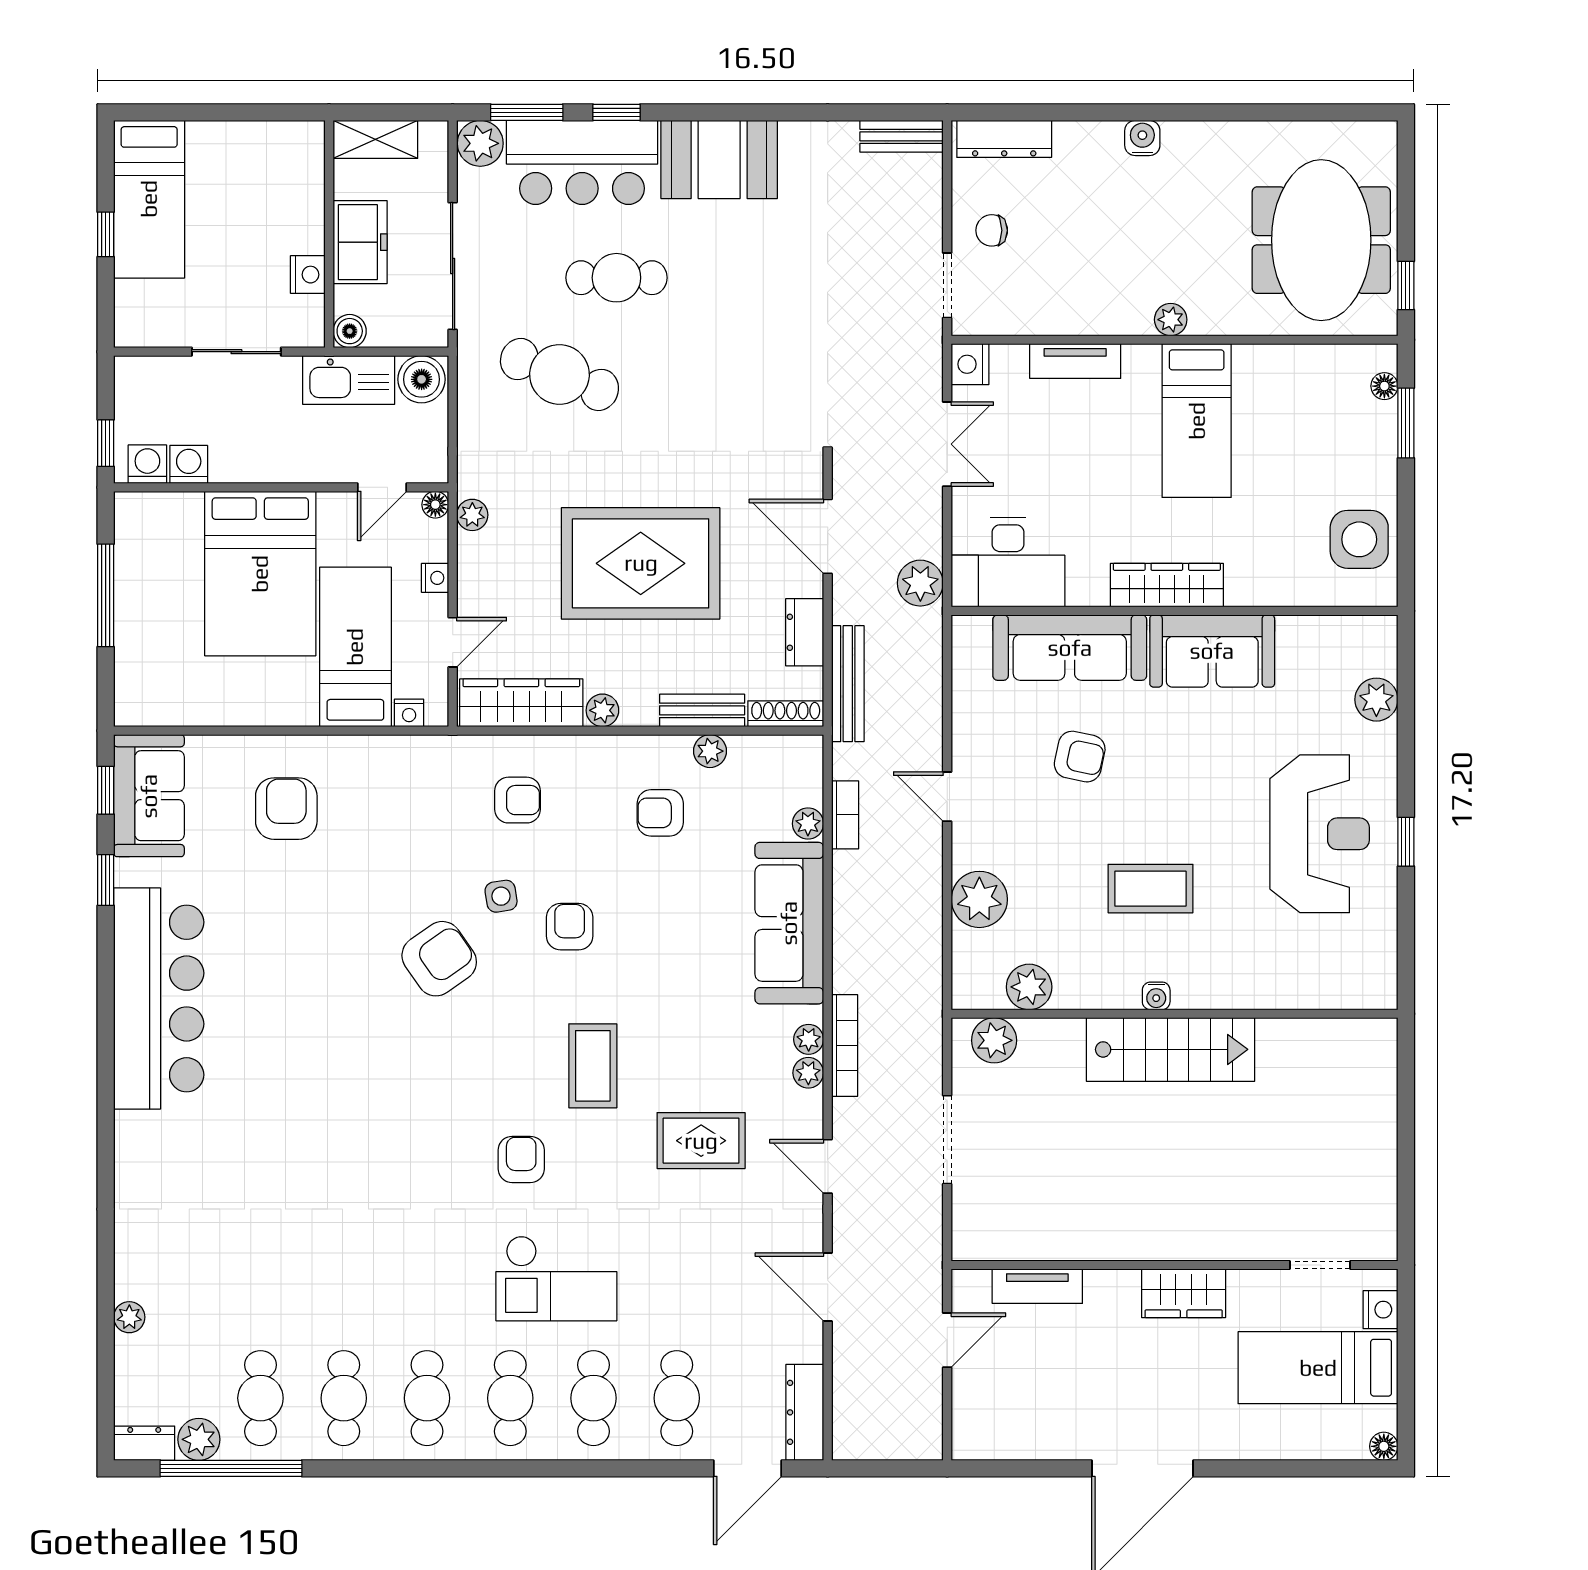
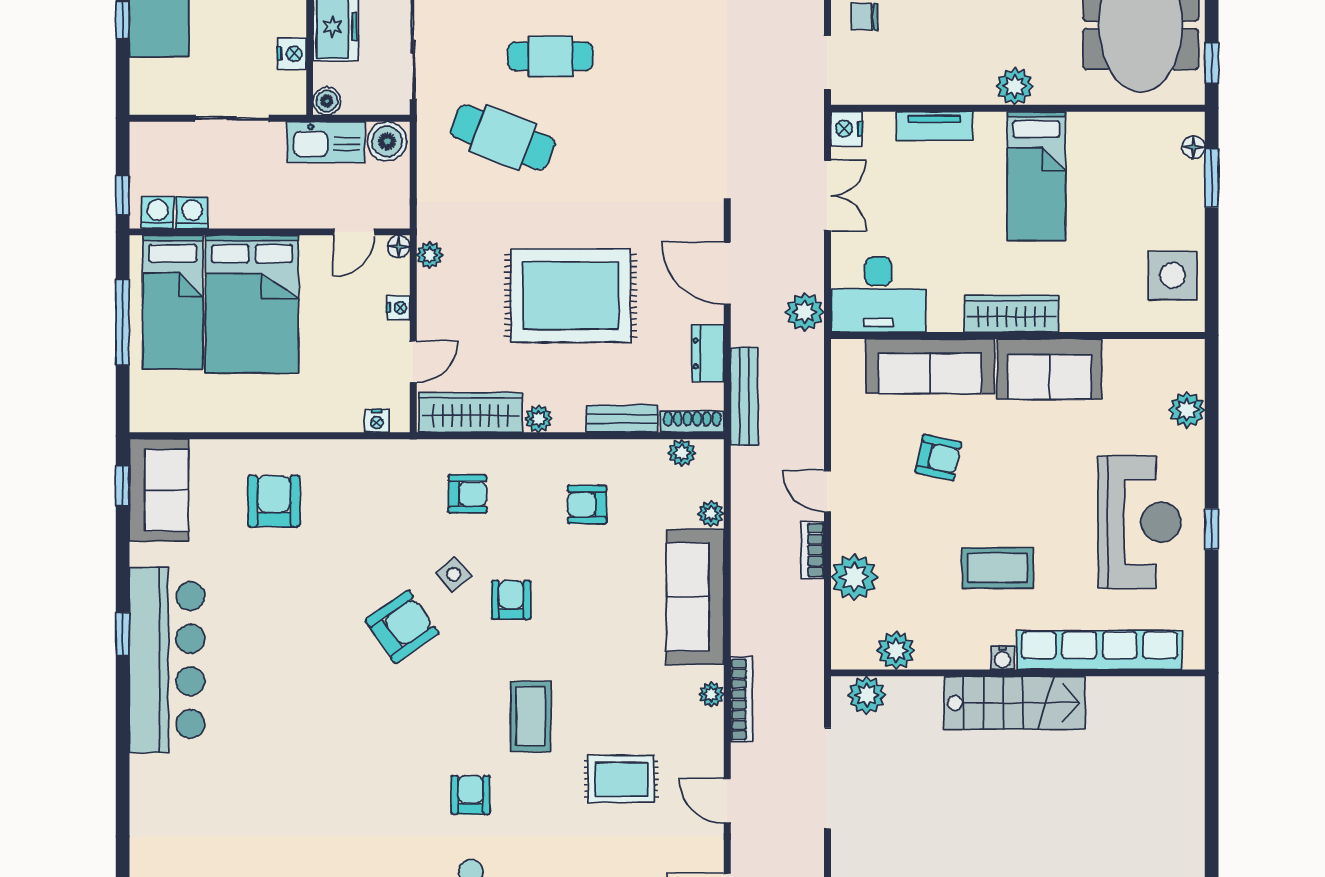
plant: (1171, 320) -> (1015, 86), width x1.38, depth x1.38
bed: (355, 647) -> (173, 302), moved, turned 180
plant: (710, 751) -> (682, 453), moved
bookcase: (845, 815) -> (813, 550), moved, turned 180
window: (106, 880) -> (123, 634), moved
side table: (501, 896) -> (454, 574), turned -31
row of seats: (1272, 986) -> (1100, 650), added
plant: (808, 1073) -> (711, 722), removed
doorway: (947, 1140) -> (827, 778), width x1.36

